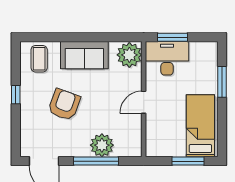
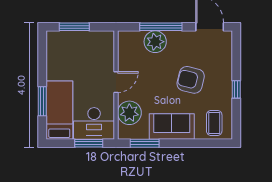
window: (113, 37) -> (145, 143), added
plant: (129, 55) -> (129, 113), moved
armchair: (64, 105) -> (191, 80), turned 84
bed: (200, 126) -> (59, 110), moved, turned 180

